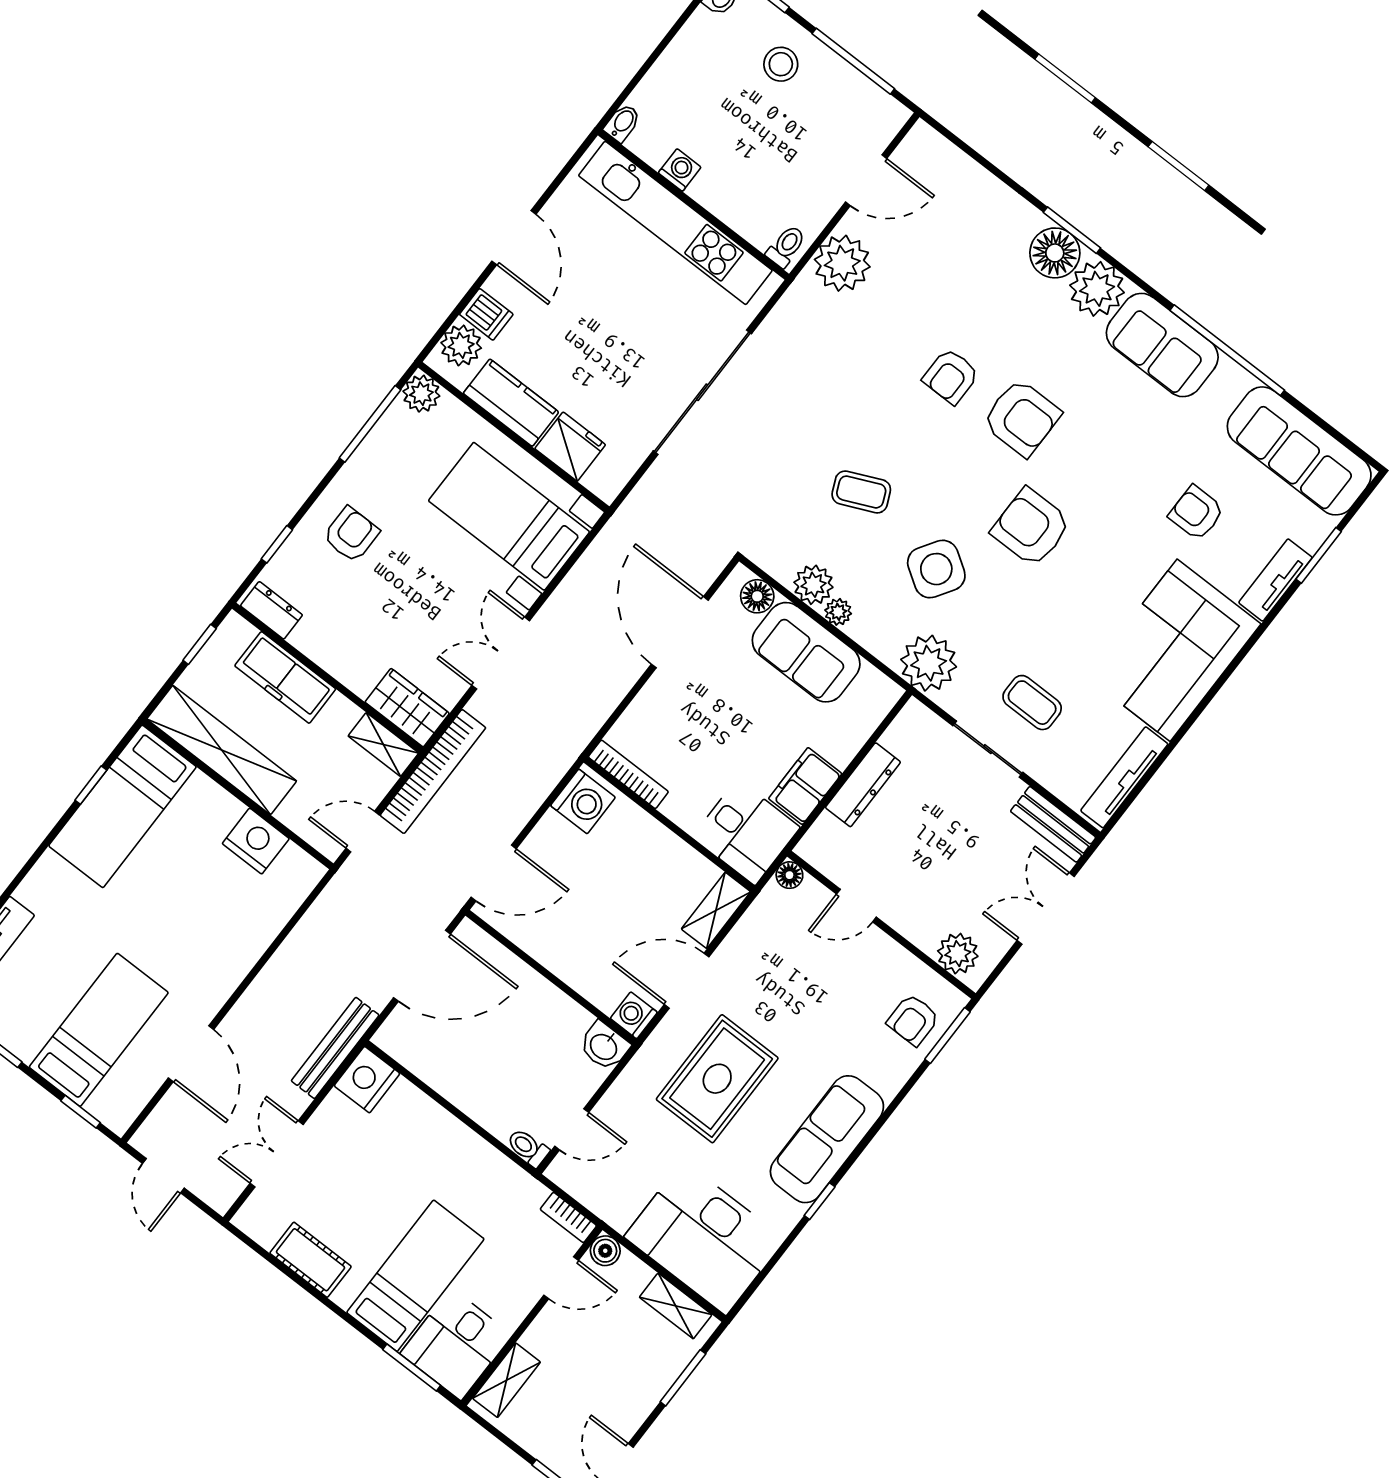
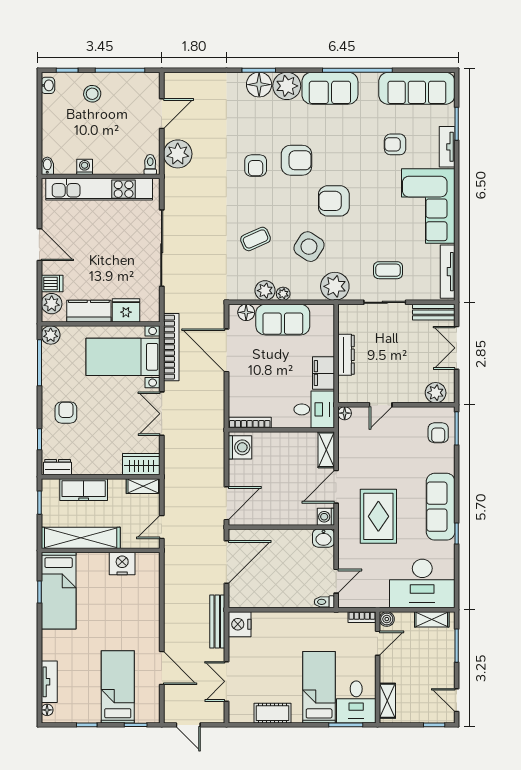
bookcase: (433, 772) -> (171, 347), moved

